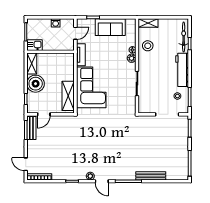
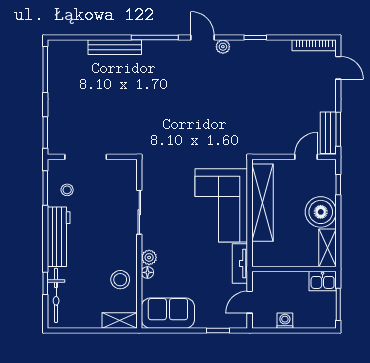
sofa: (110, 27) -> (168, 313), moved
shelving: (68, 96) -> (262, 203), width x1.47

